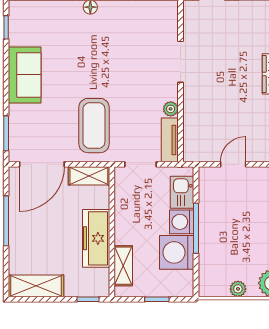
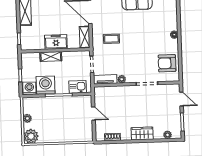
armchair: (144, 23) -> (167, 63), added
coffee table: (94, 126) -> (111, 39), width x0.54, depth x0.58
washing machine: (182, 222) -> (29, 88), moved
freezer: (96, 238) -> (56, 42), width x0.71
shelving: (123, 266) -> (51, 57), moved

